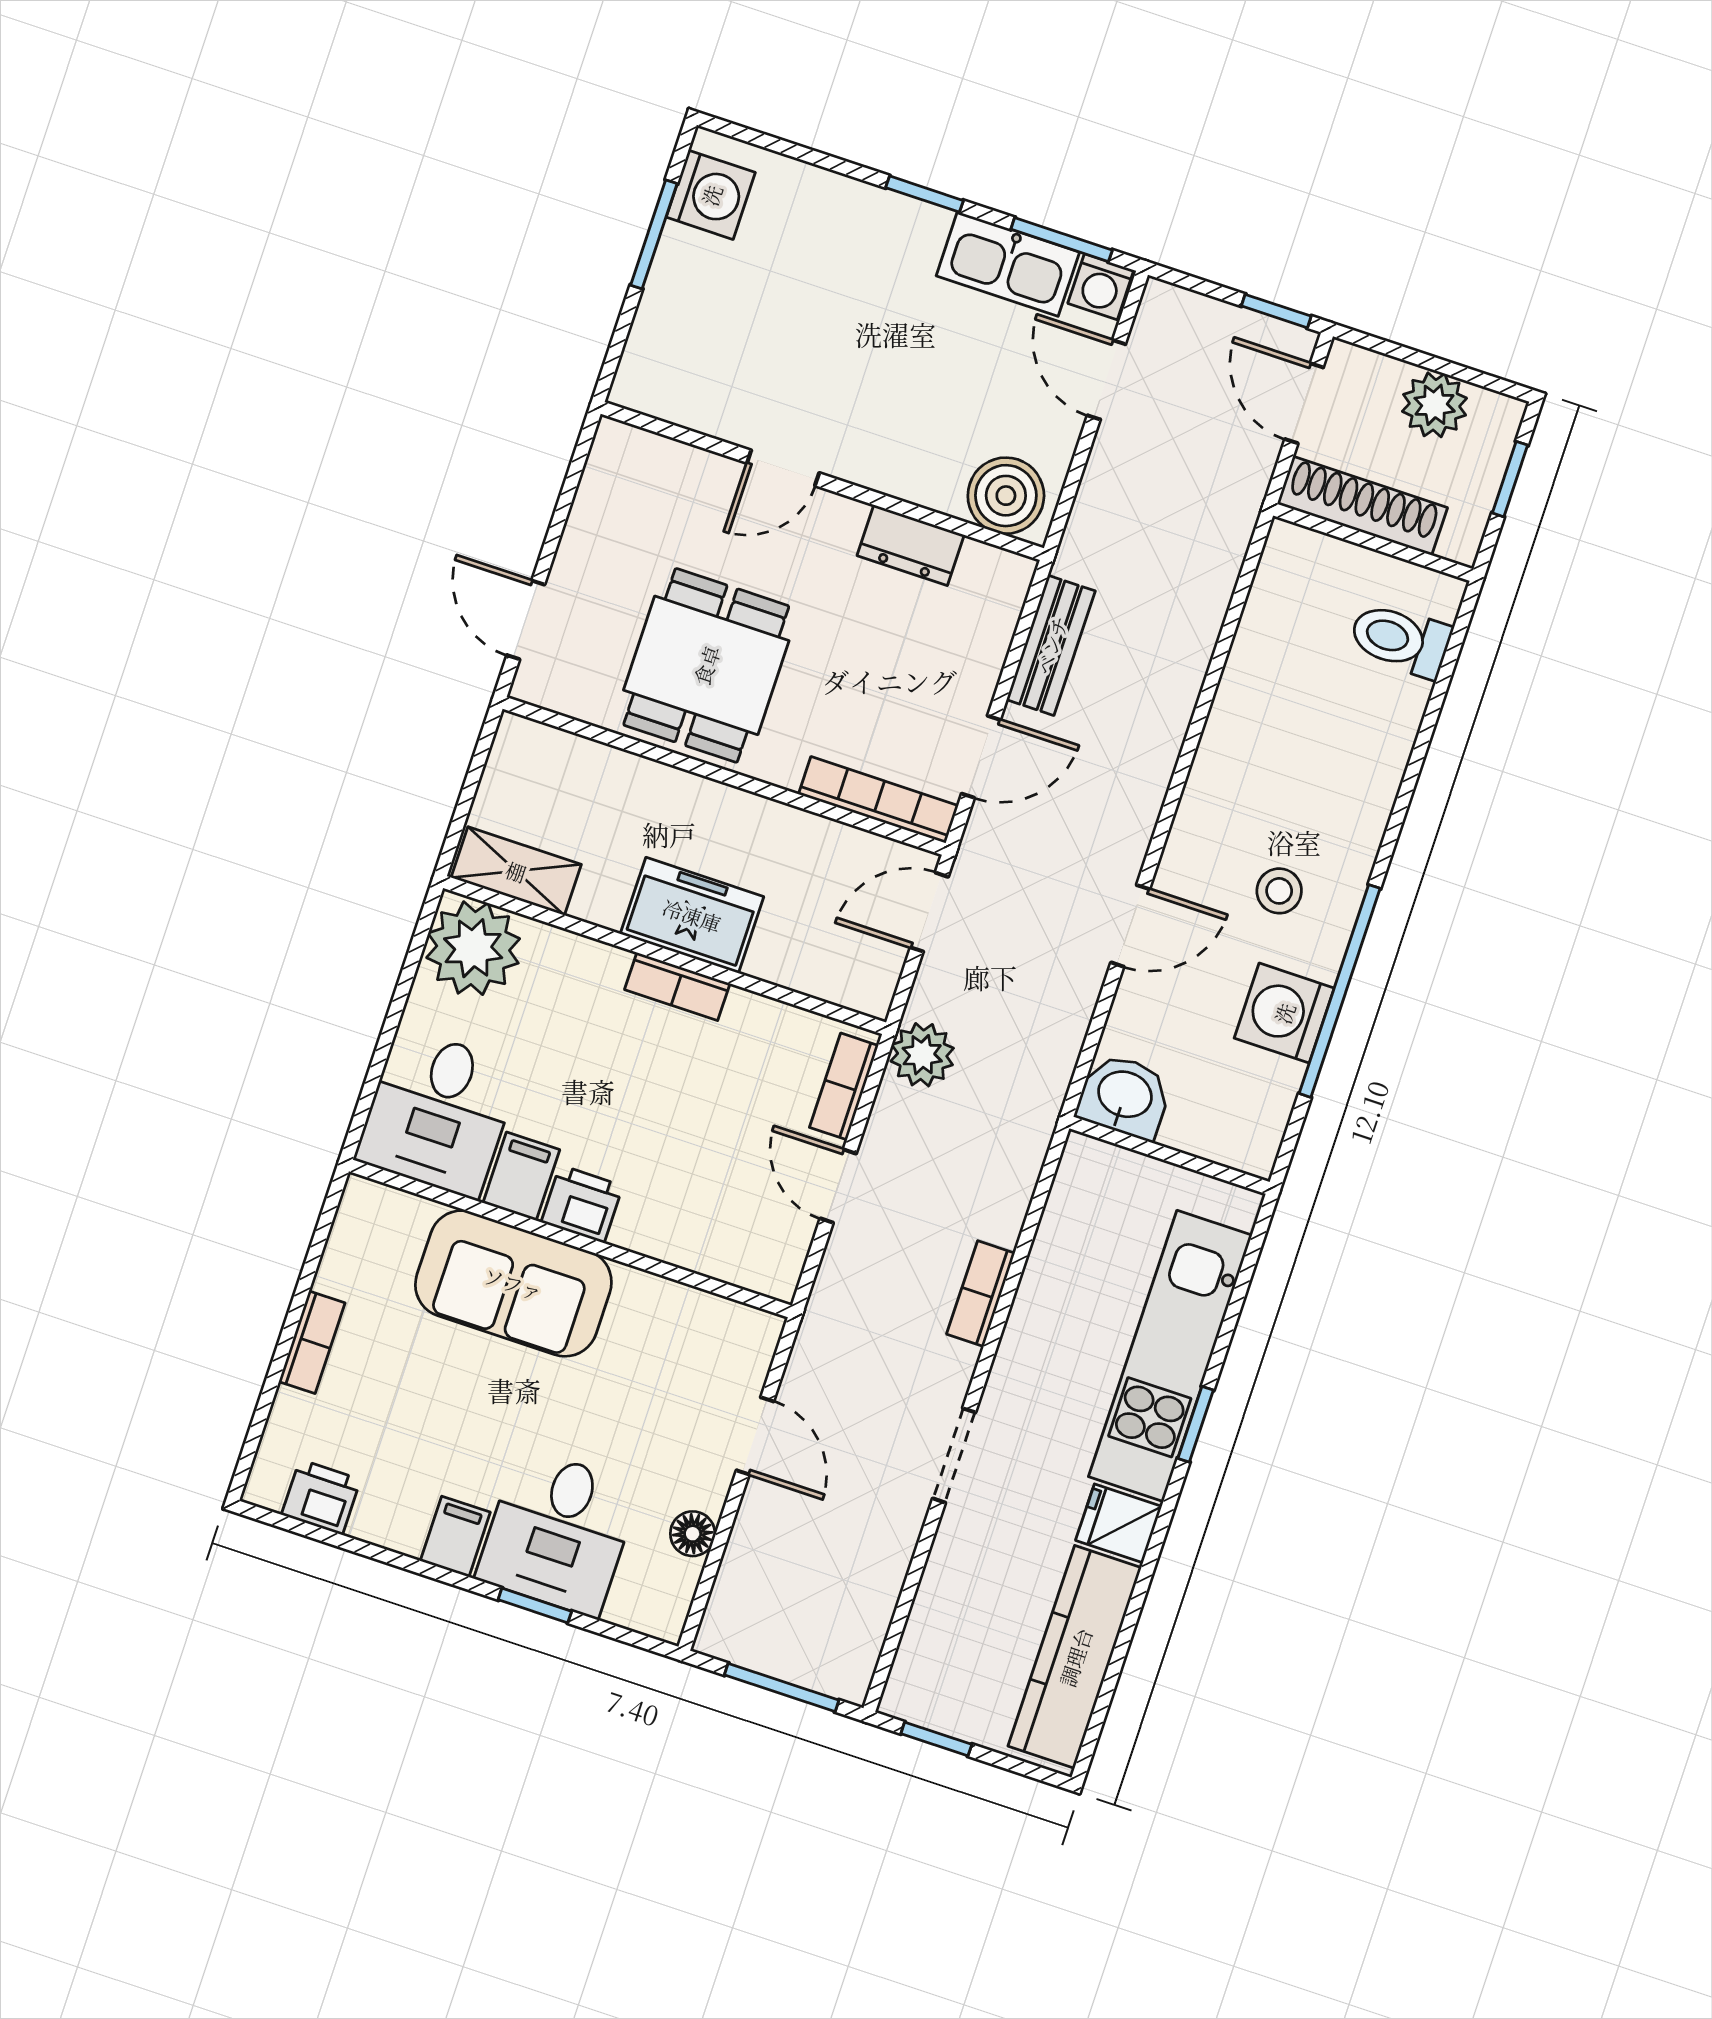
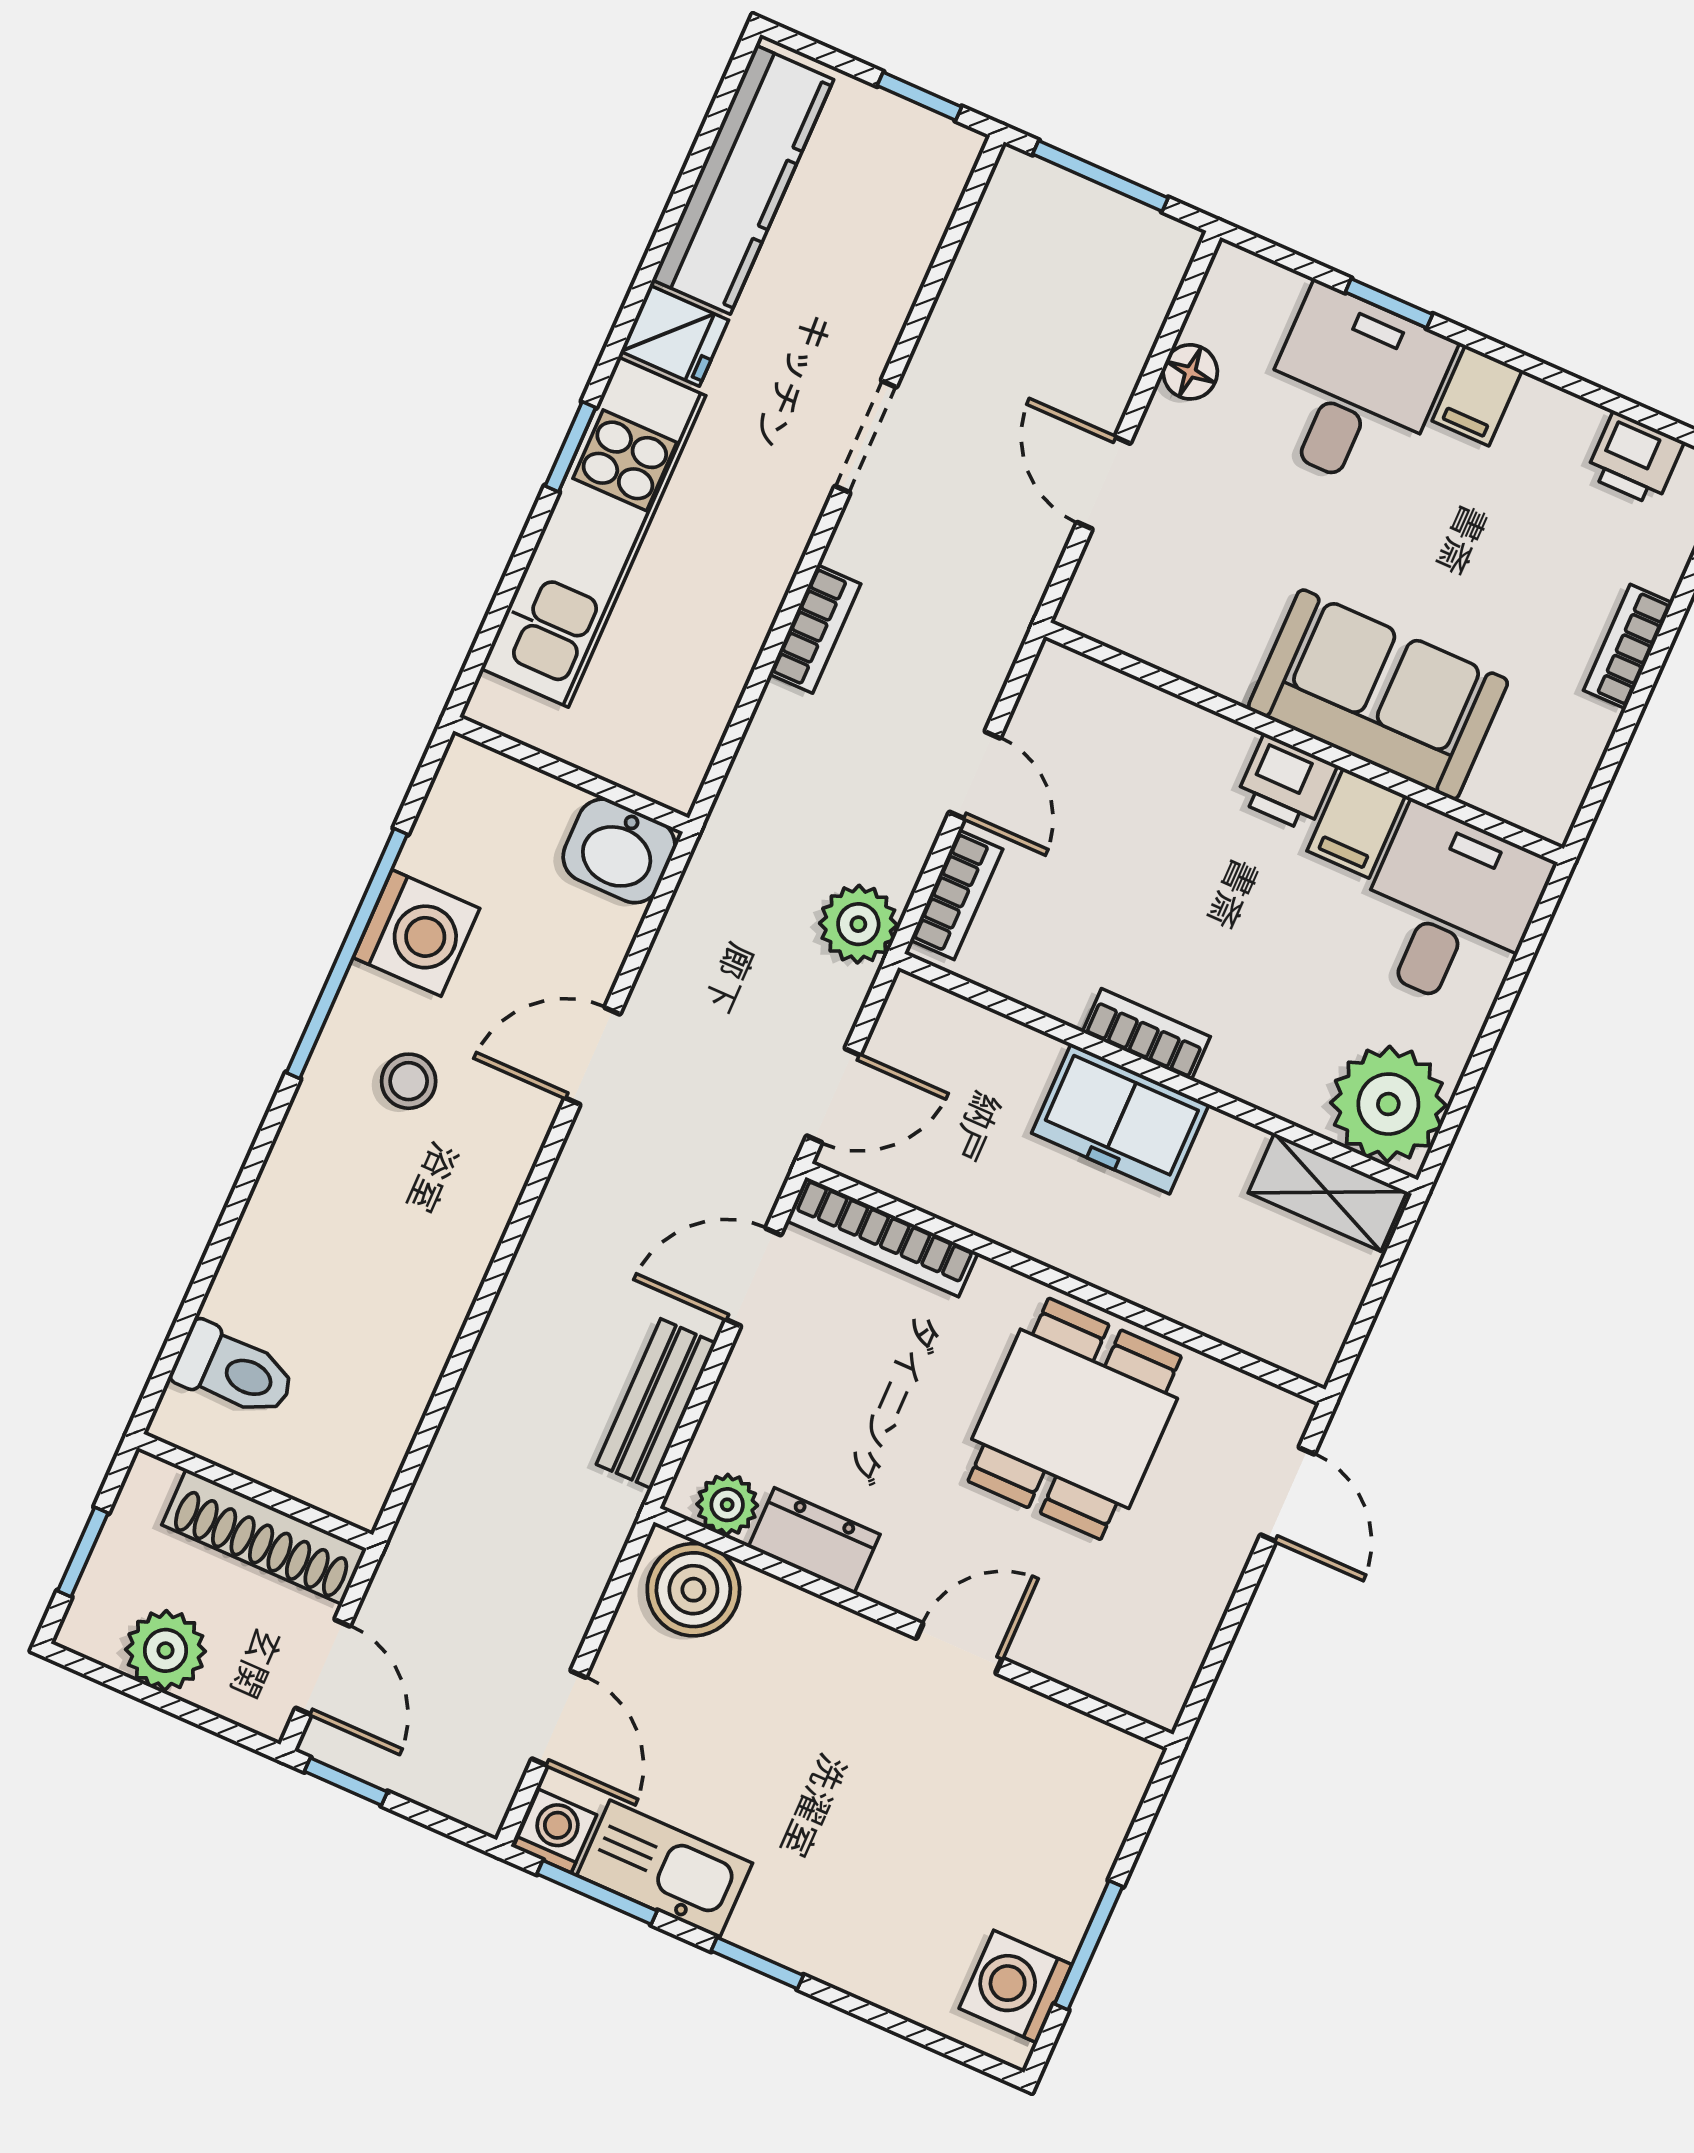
plant: (985, 568) -> (727, 1505), added

